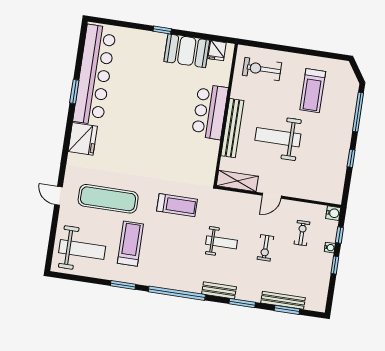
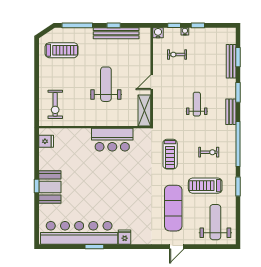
booth: (187, 51) -> (50, 187), moved
treadmill: (313, 91) -> (62, 50), moved
bar counter: (210, 112) -> (112, 140), moved
bench: (232, 128) -> (116, 33), moved
weight bench: (278, 137) -> (106, 84), turned 180
fridge: (83, 139) -> (125, 237), width x0.53, depth x0.75
door: (272, 196) -> (152, 82), swing flipped
treadmill: (177, 205) -> (170, 154), turned 180
weight bench: (222, 242) -> (197, 104), moved
exercise bike: (265, 248) -> (209, 152), moved

